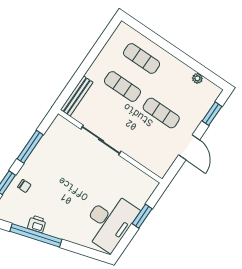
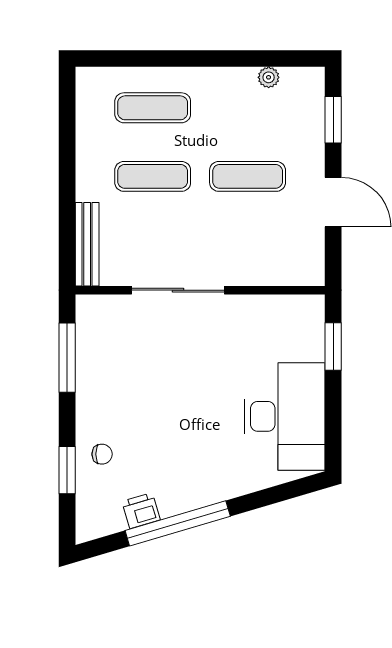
window: (30, 147) -> (67, 358), moved
window: (142, 216) -> (333, 347), moved
printer: (37, 224) -> (141, 511), moved

